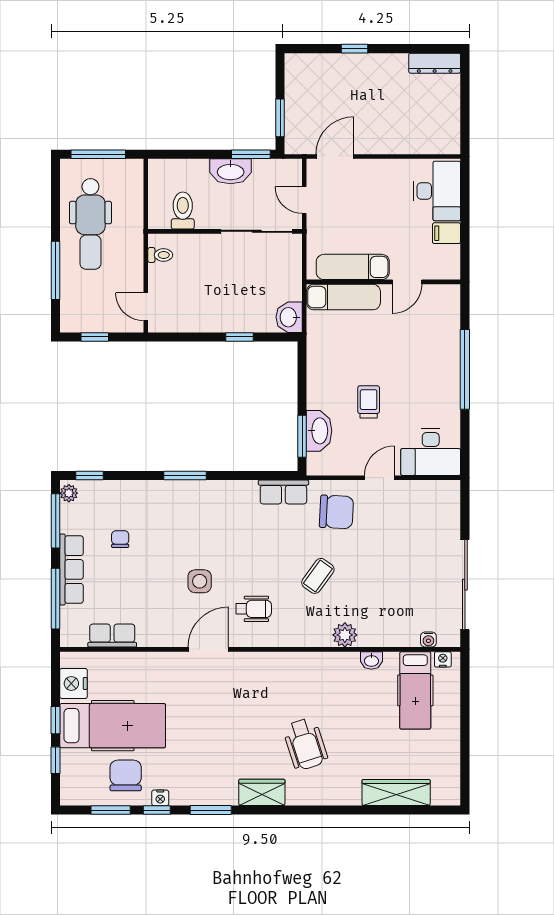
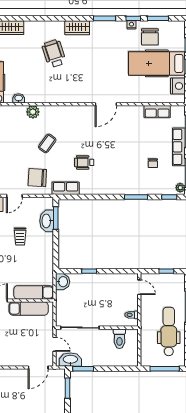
washbasin: (231, 171) -> (70, 360), moved
window: (185, 476) -> (136, 197), moved
side table: (200, 581) -> (110, 141), removed
wheelchair: (254, 609) -> (84, 162), moved

